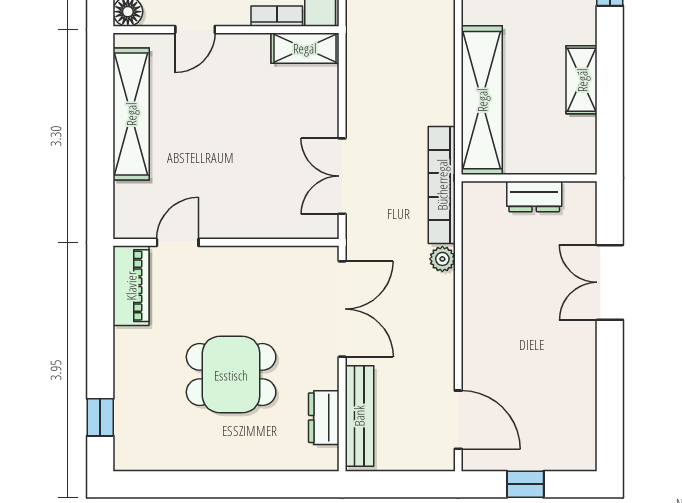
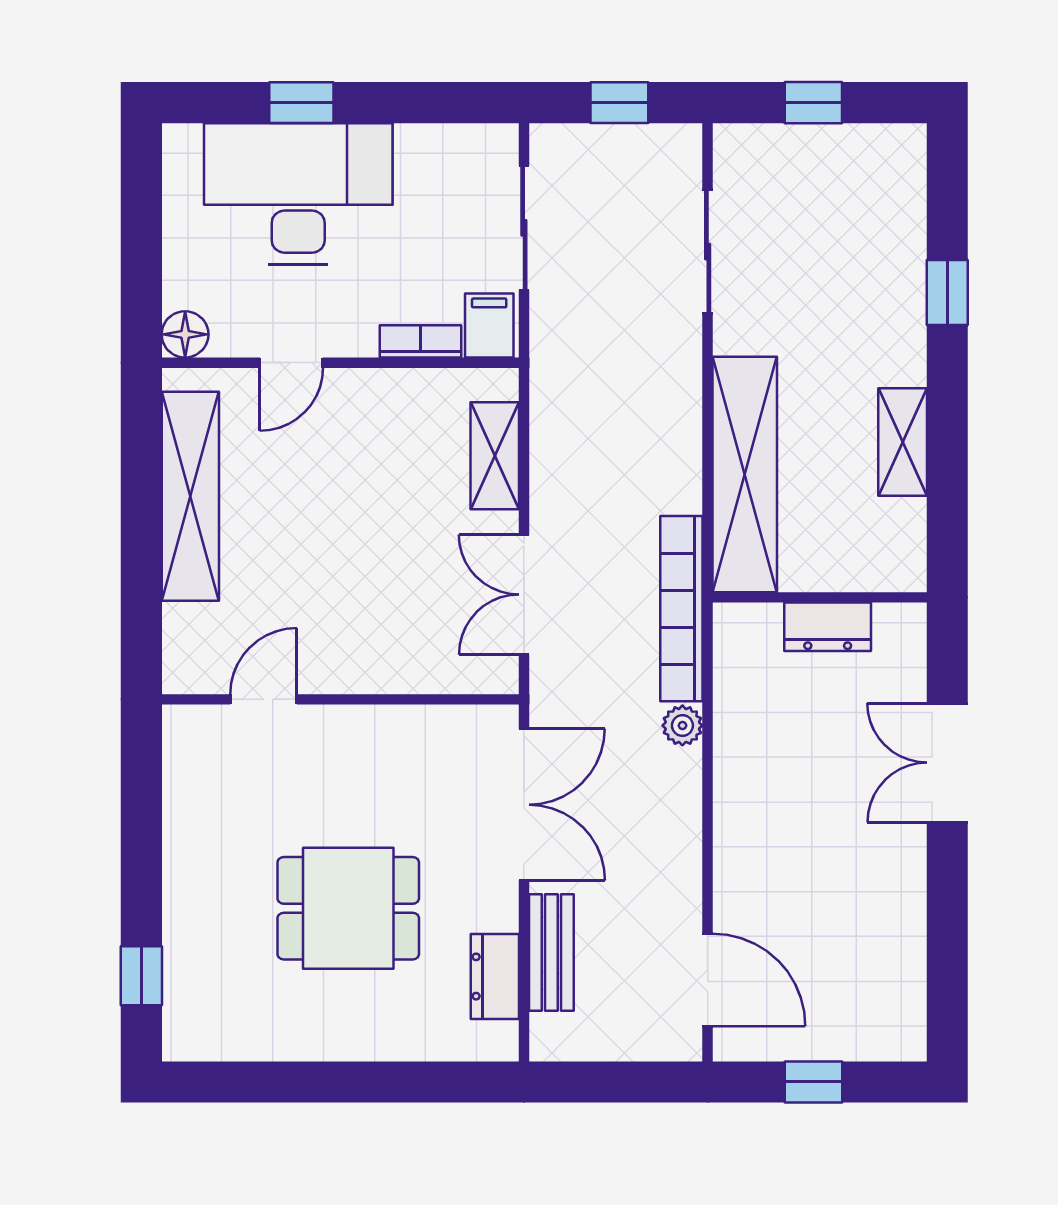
shelving: (305, 48) -> (495, 456), moved, turned 90
piano: (131, 286) -> (190, 768), removed
bench: (359, 416) -> (551, 953), width x0.73

